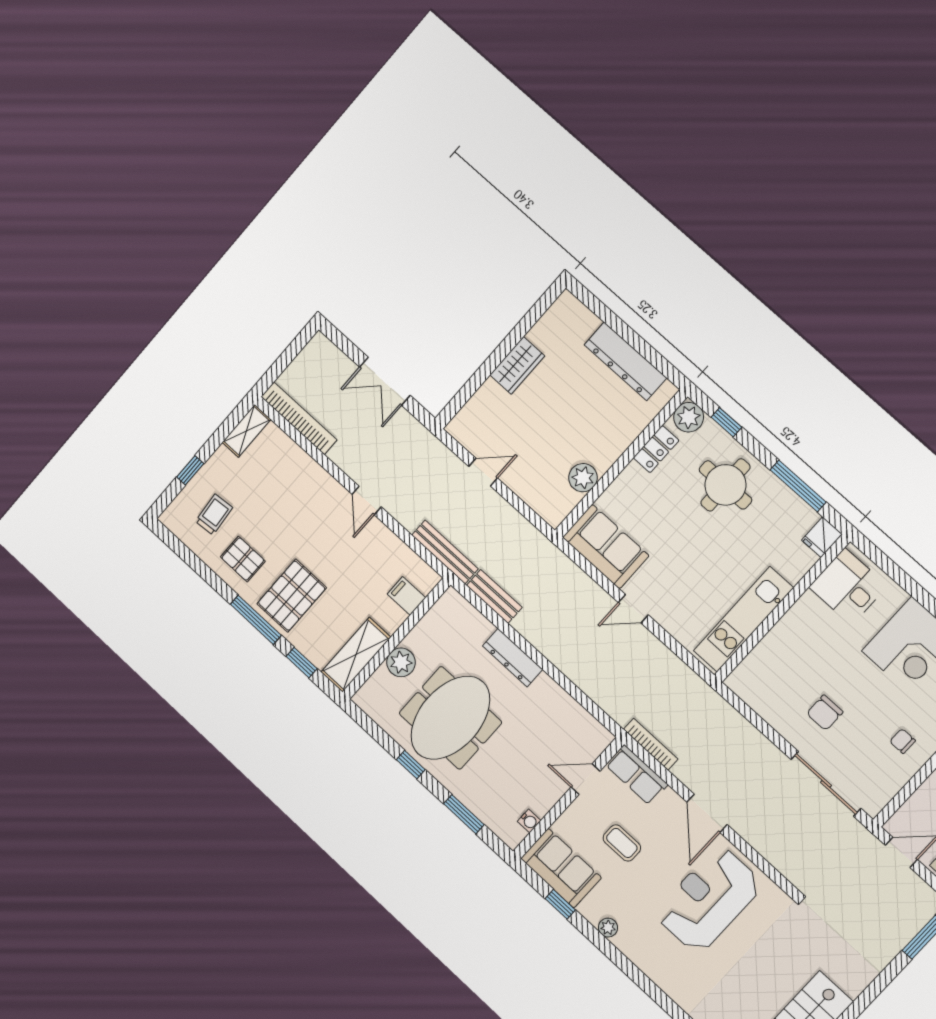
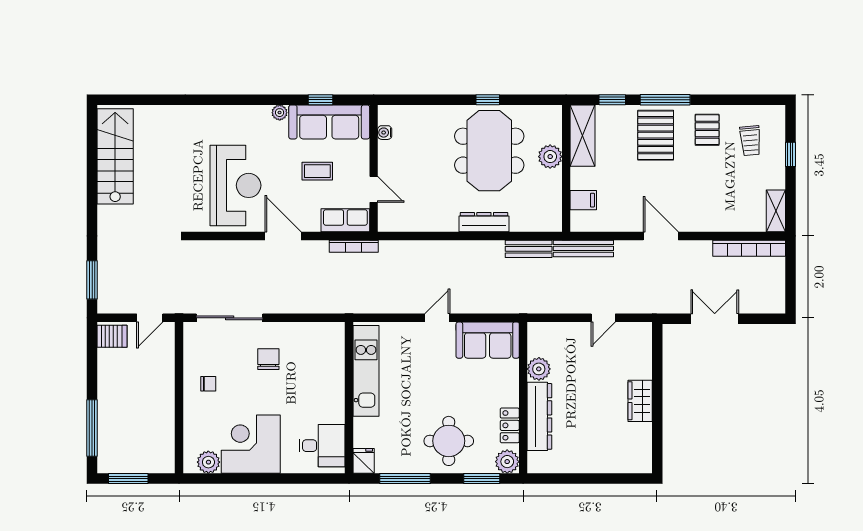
dresser: (625, 361) -> (539, 416), moved, turned 90
window: (726, 422) -> (482, 479), width x1.50
door: (367, 501) -> (661, 236), width x1.38
pallet: (243, 559) -> (707, 130), turned 90
door: (586, 779) -> (374, 189), hinge flipped
window: (464, 814) -> (428, 100), removed
sofa: (561, 868) -> (329, 122), width x1.36

